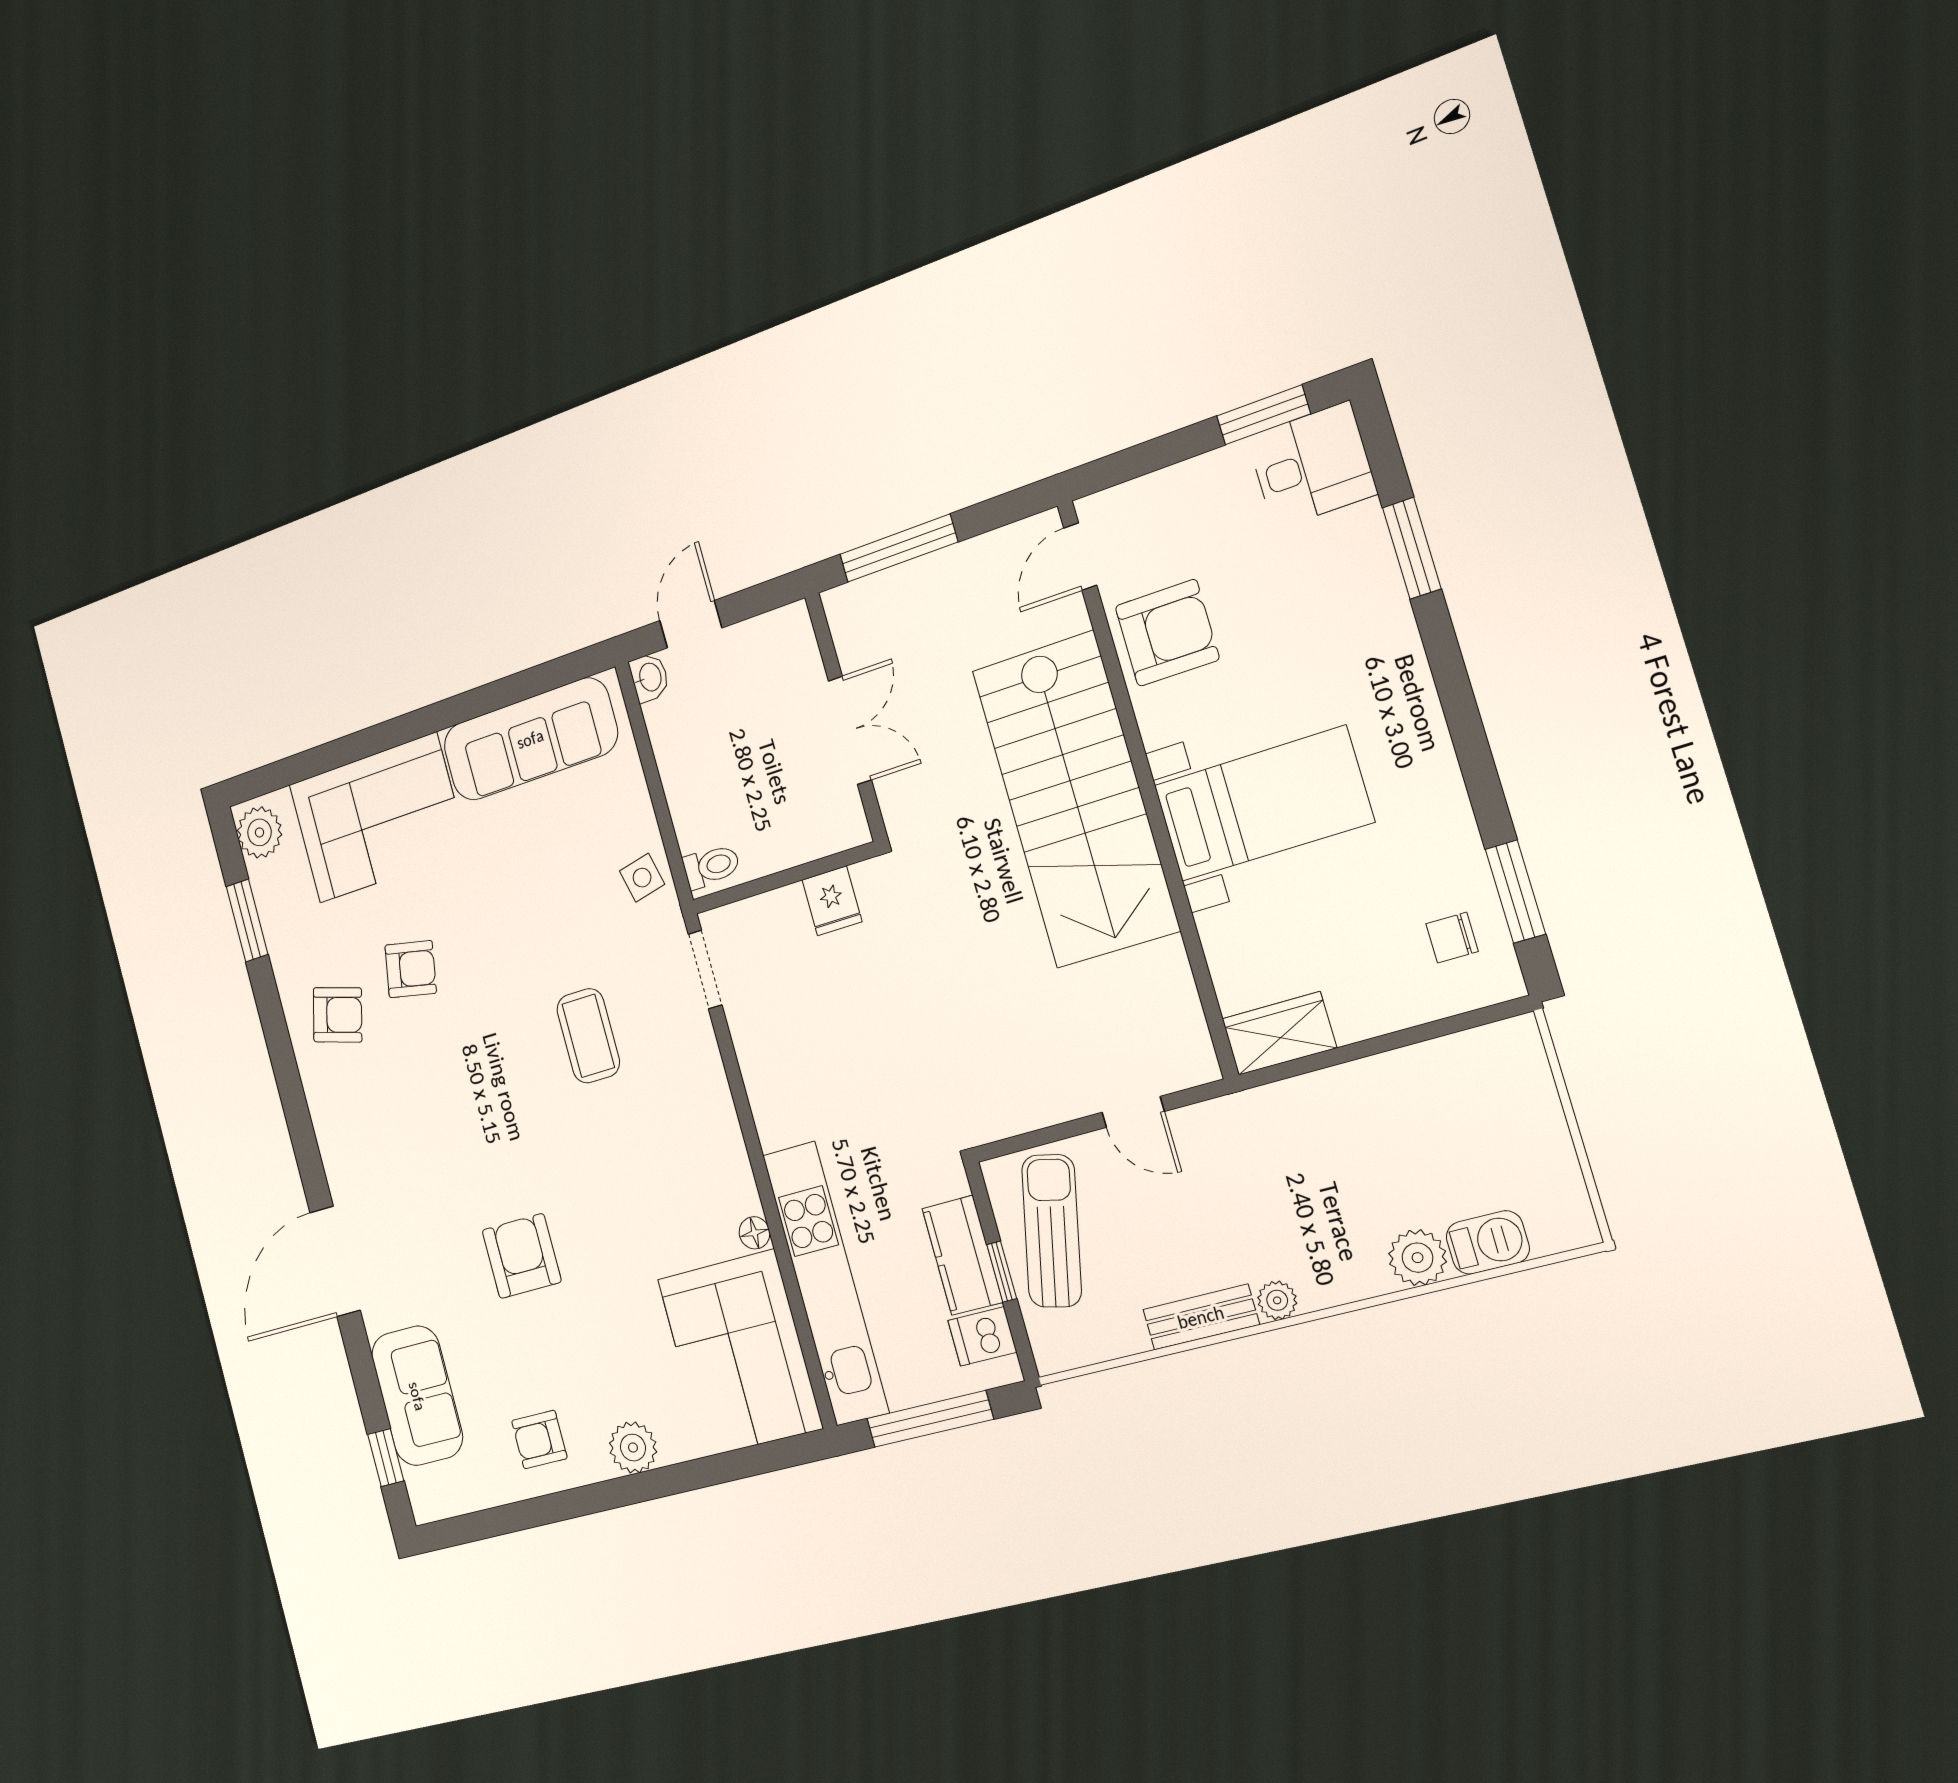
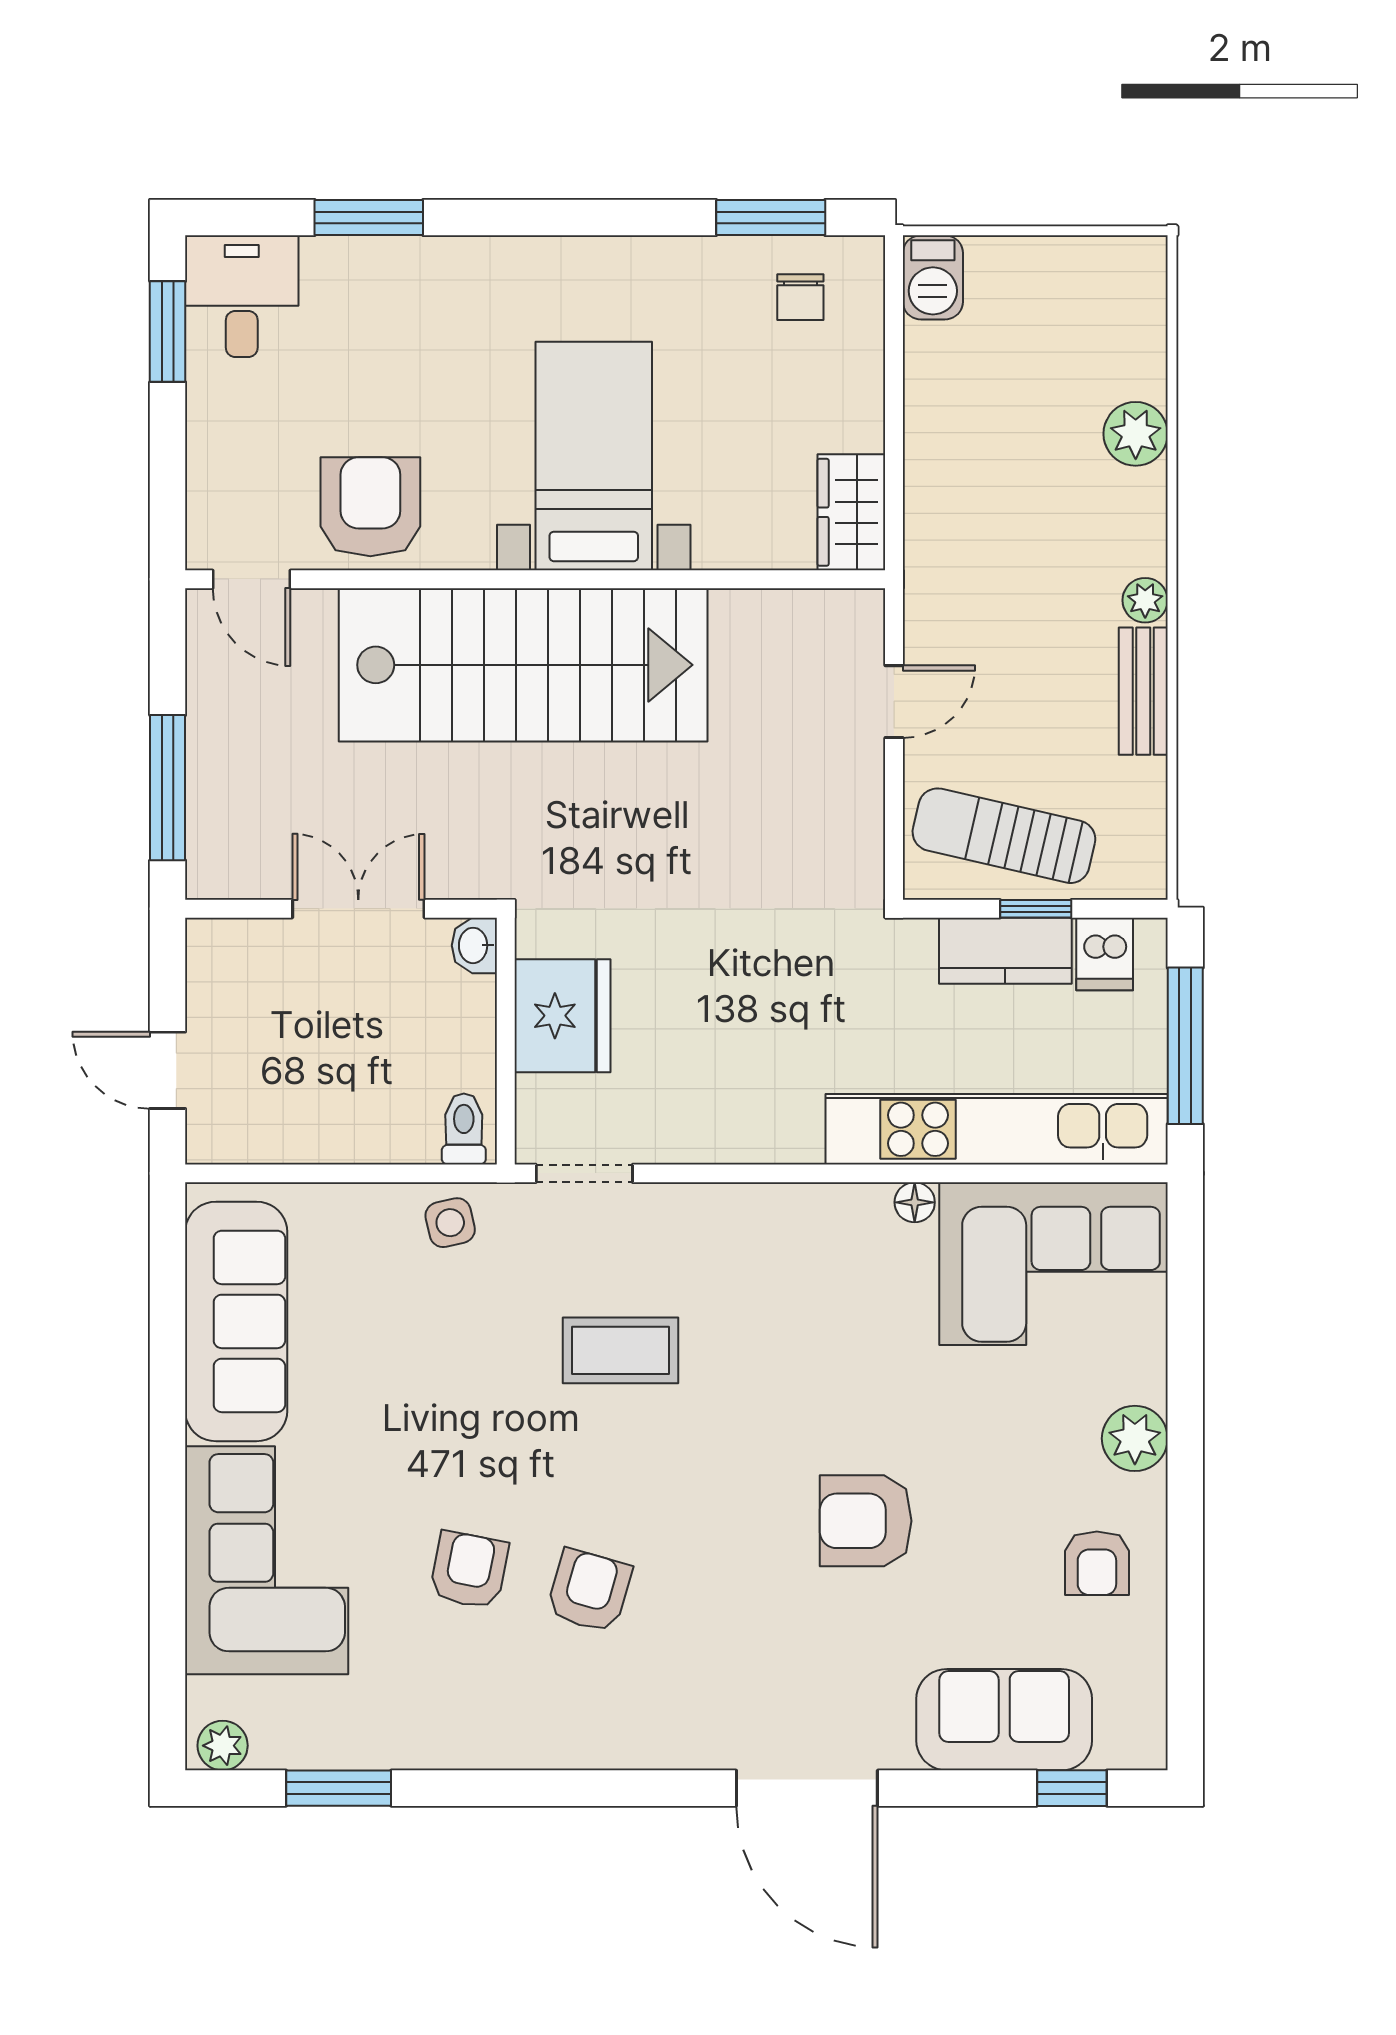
washbasin: (649, 677) -> (474, 945), moved, turned -90
plant: (259, 832) -> (223, 1746), width x0.73, depth x0.73
fridge: (832, 901) -> (563, 1016), width x1.88, depth x1.34
armchair: (338, 1015) -> (589, 1591), moved
barbecue: (1488, 1242) -> (933, 277), moved, turned 180

